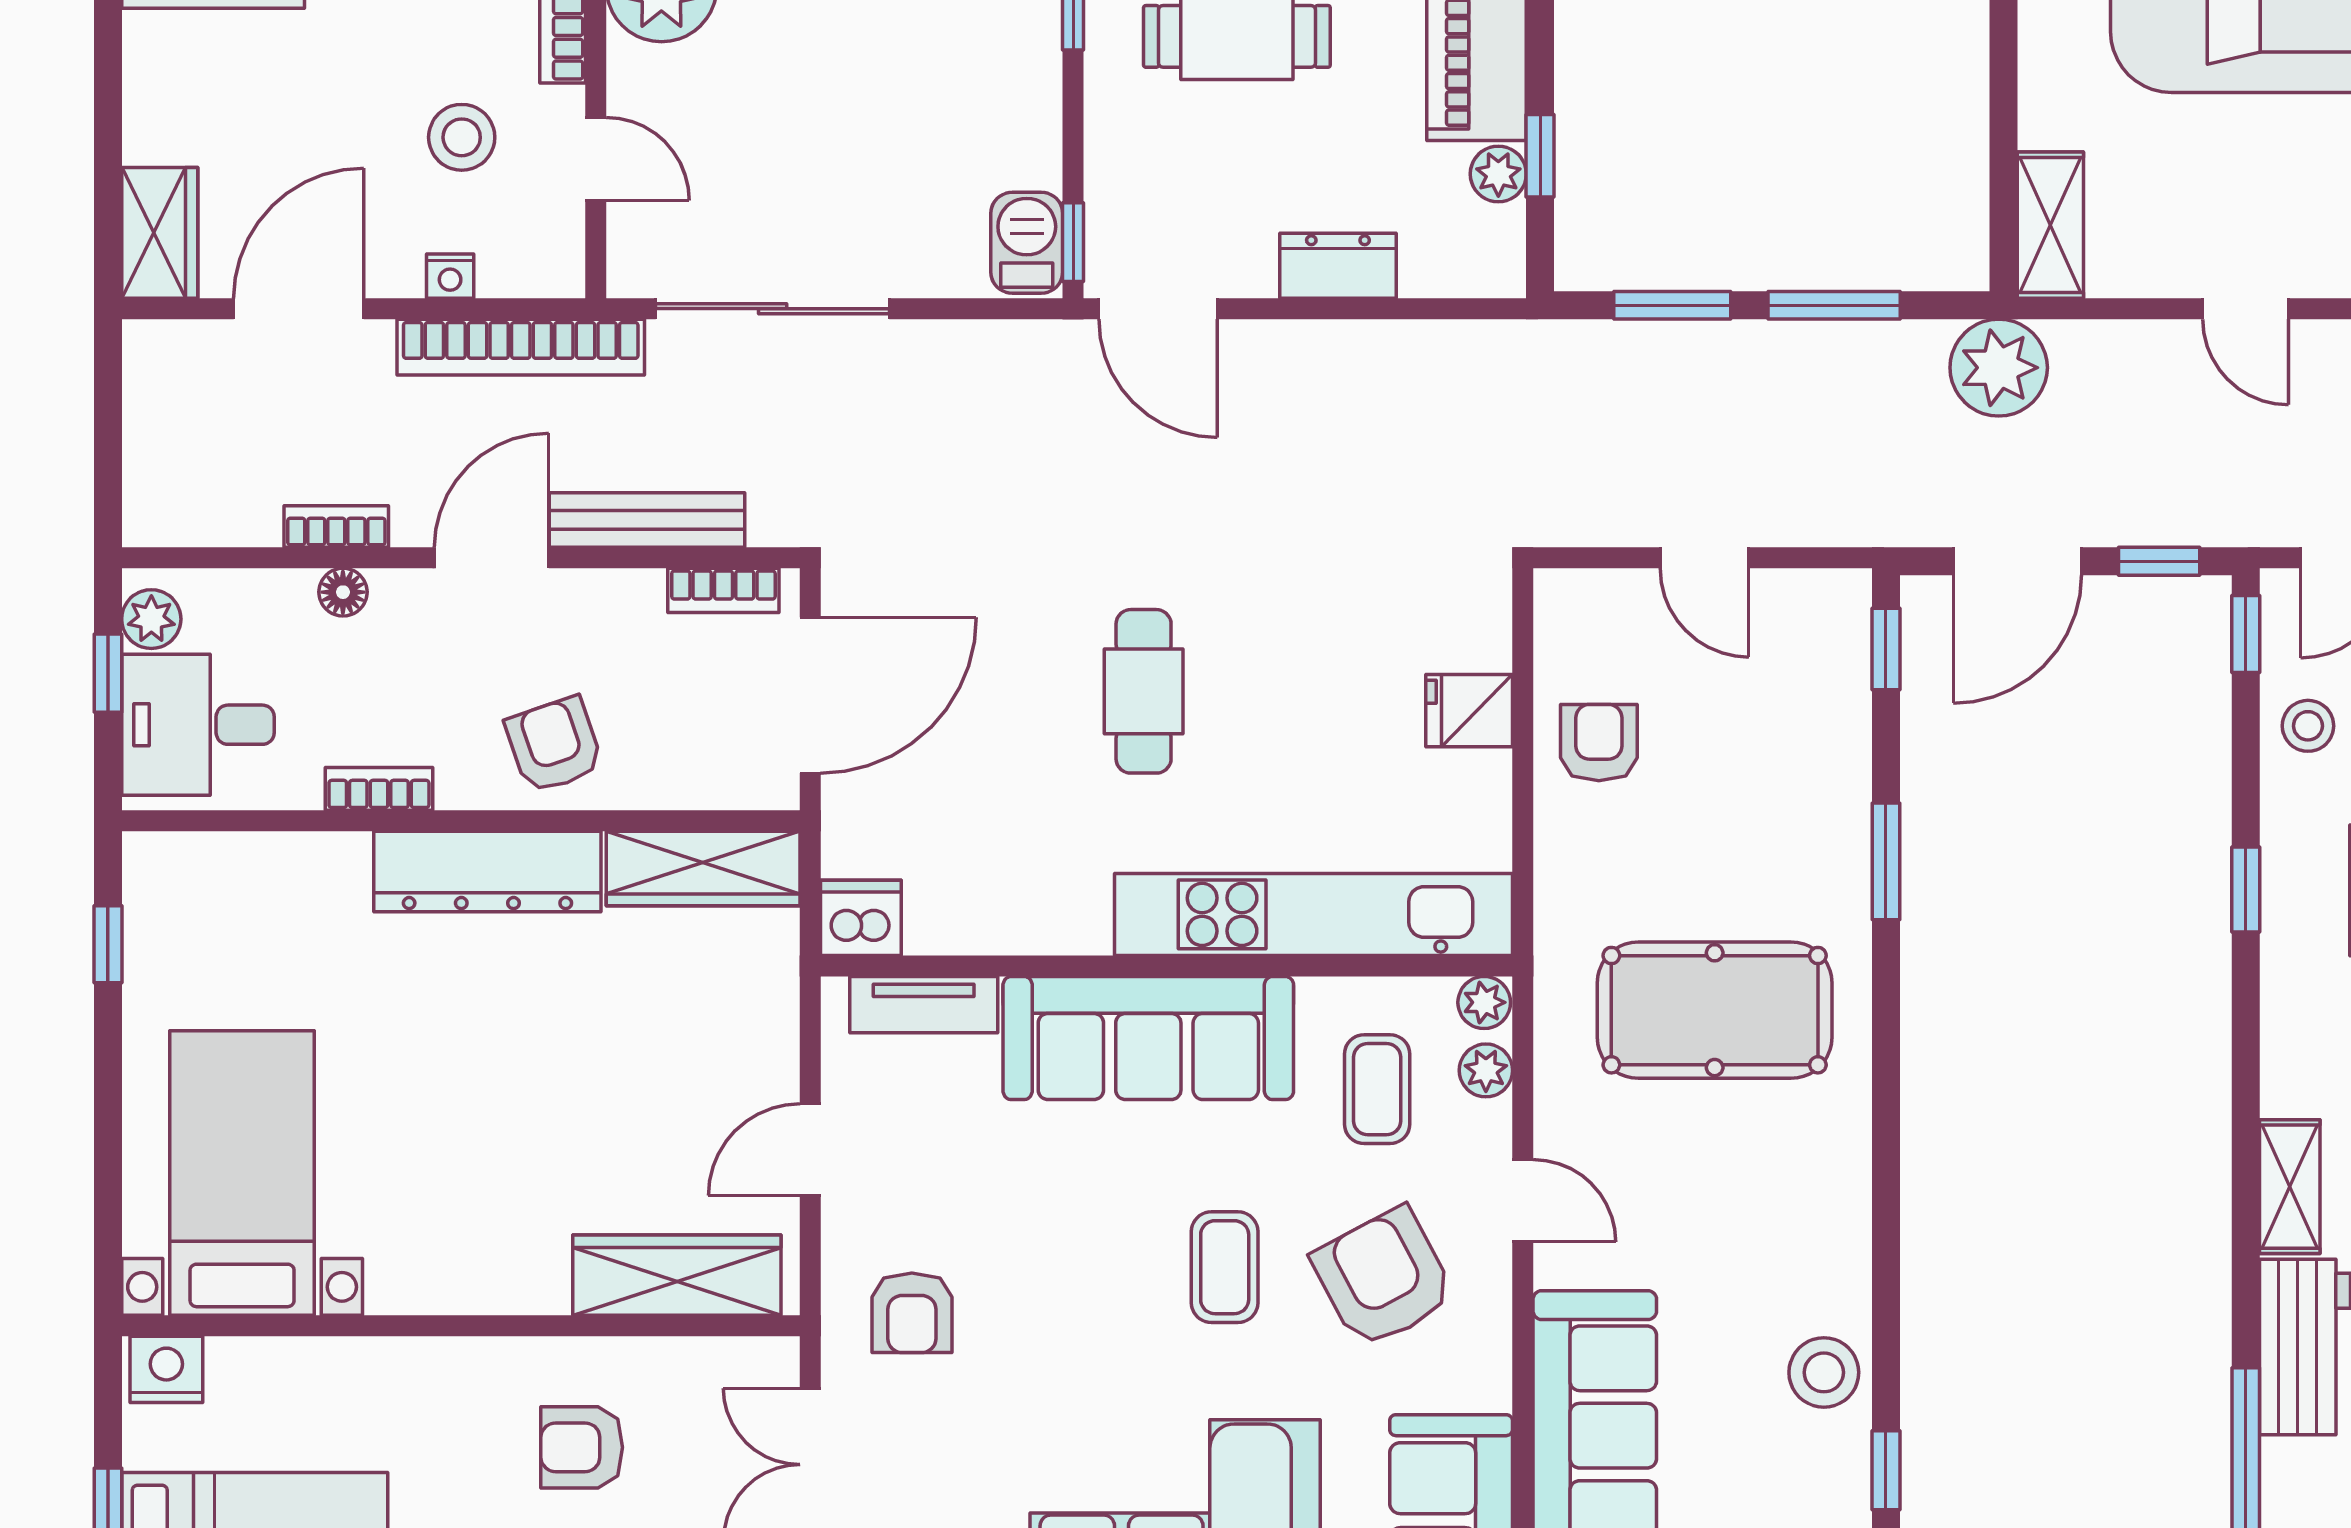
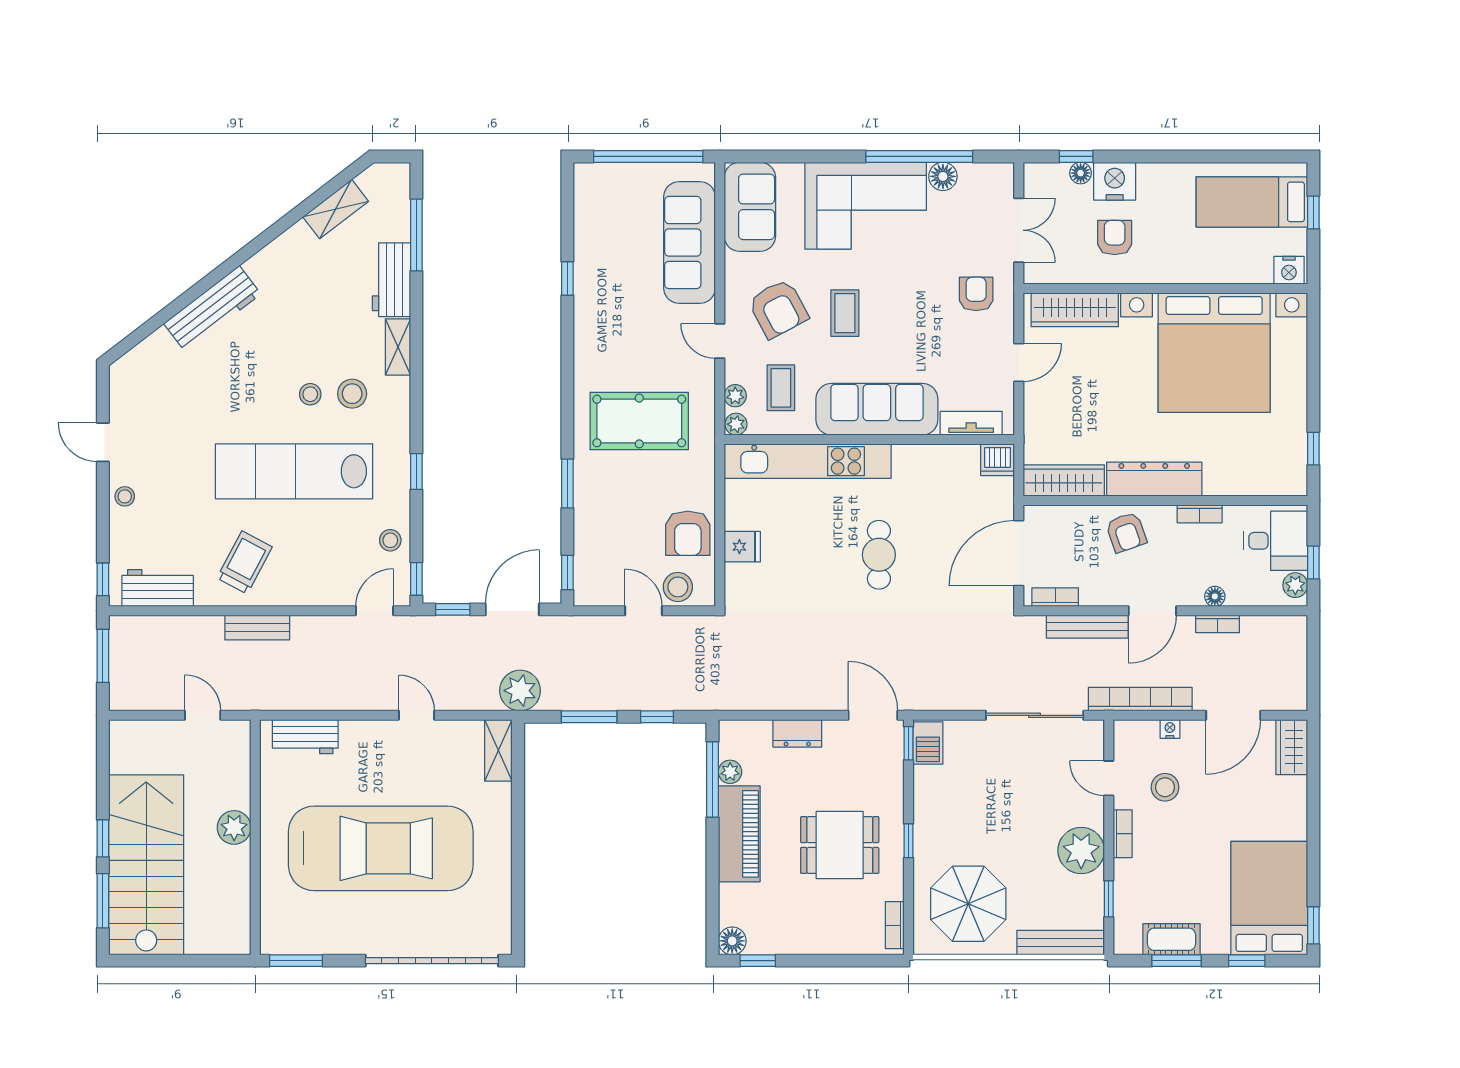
window: (1540, 156) -> (713, 779), width x2.17
window: (1672, 305) -> (657, 717), width x0.67
armchair: (1599, 743) -> (688, 533), width x1.38, depth x1.38
bed with nightstands: (242, 1173) -> (1214, 353), width x1.85
stool: (1824, 1372) -> (678, 587), moved
armchair: (582, 1447) -> (1115, 238), turned -90
window: (1886, 1470) -> (567, 279), moved

